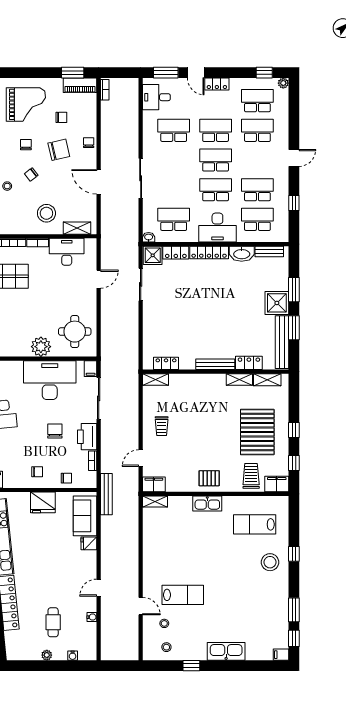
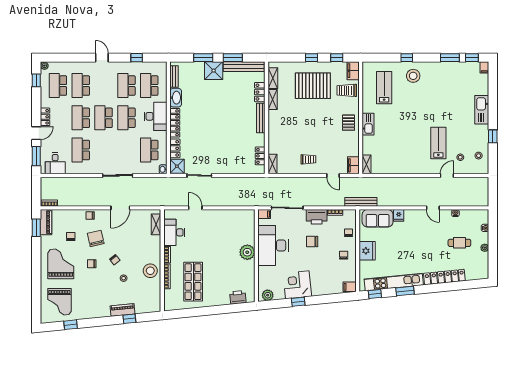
stool: (46, 213) -> (150, 271), moved
round table: (75, 332) -> (236, 226), removed
lab bench: (255, 524) -> (384, 88), turned 180

